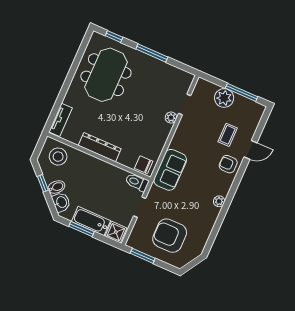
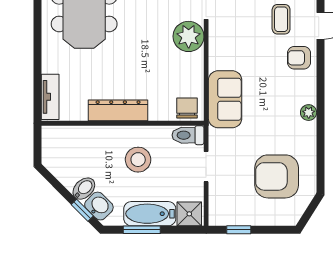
plant: (171, 118) -> (189, 36), width x1.88, depth x1.88
stool: (58, 157) -> (138, 160), moved
chair: (144, 165) -> (187, 108), turned 90
window: (43, 183) -> (82, 210), moved
armchair: (170, 236) -> (277, 176), moved
window: (143, 256) -> (239, 230), width x0.67

